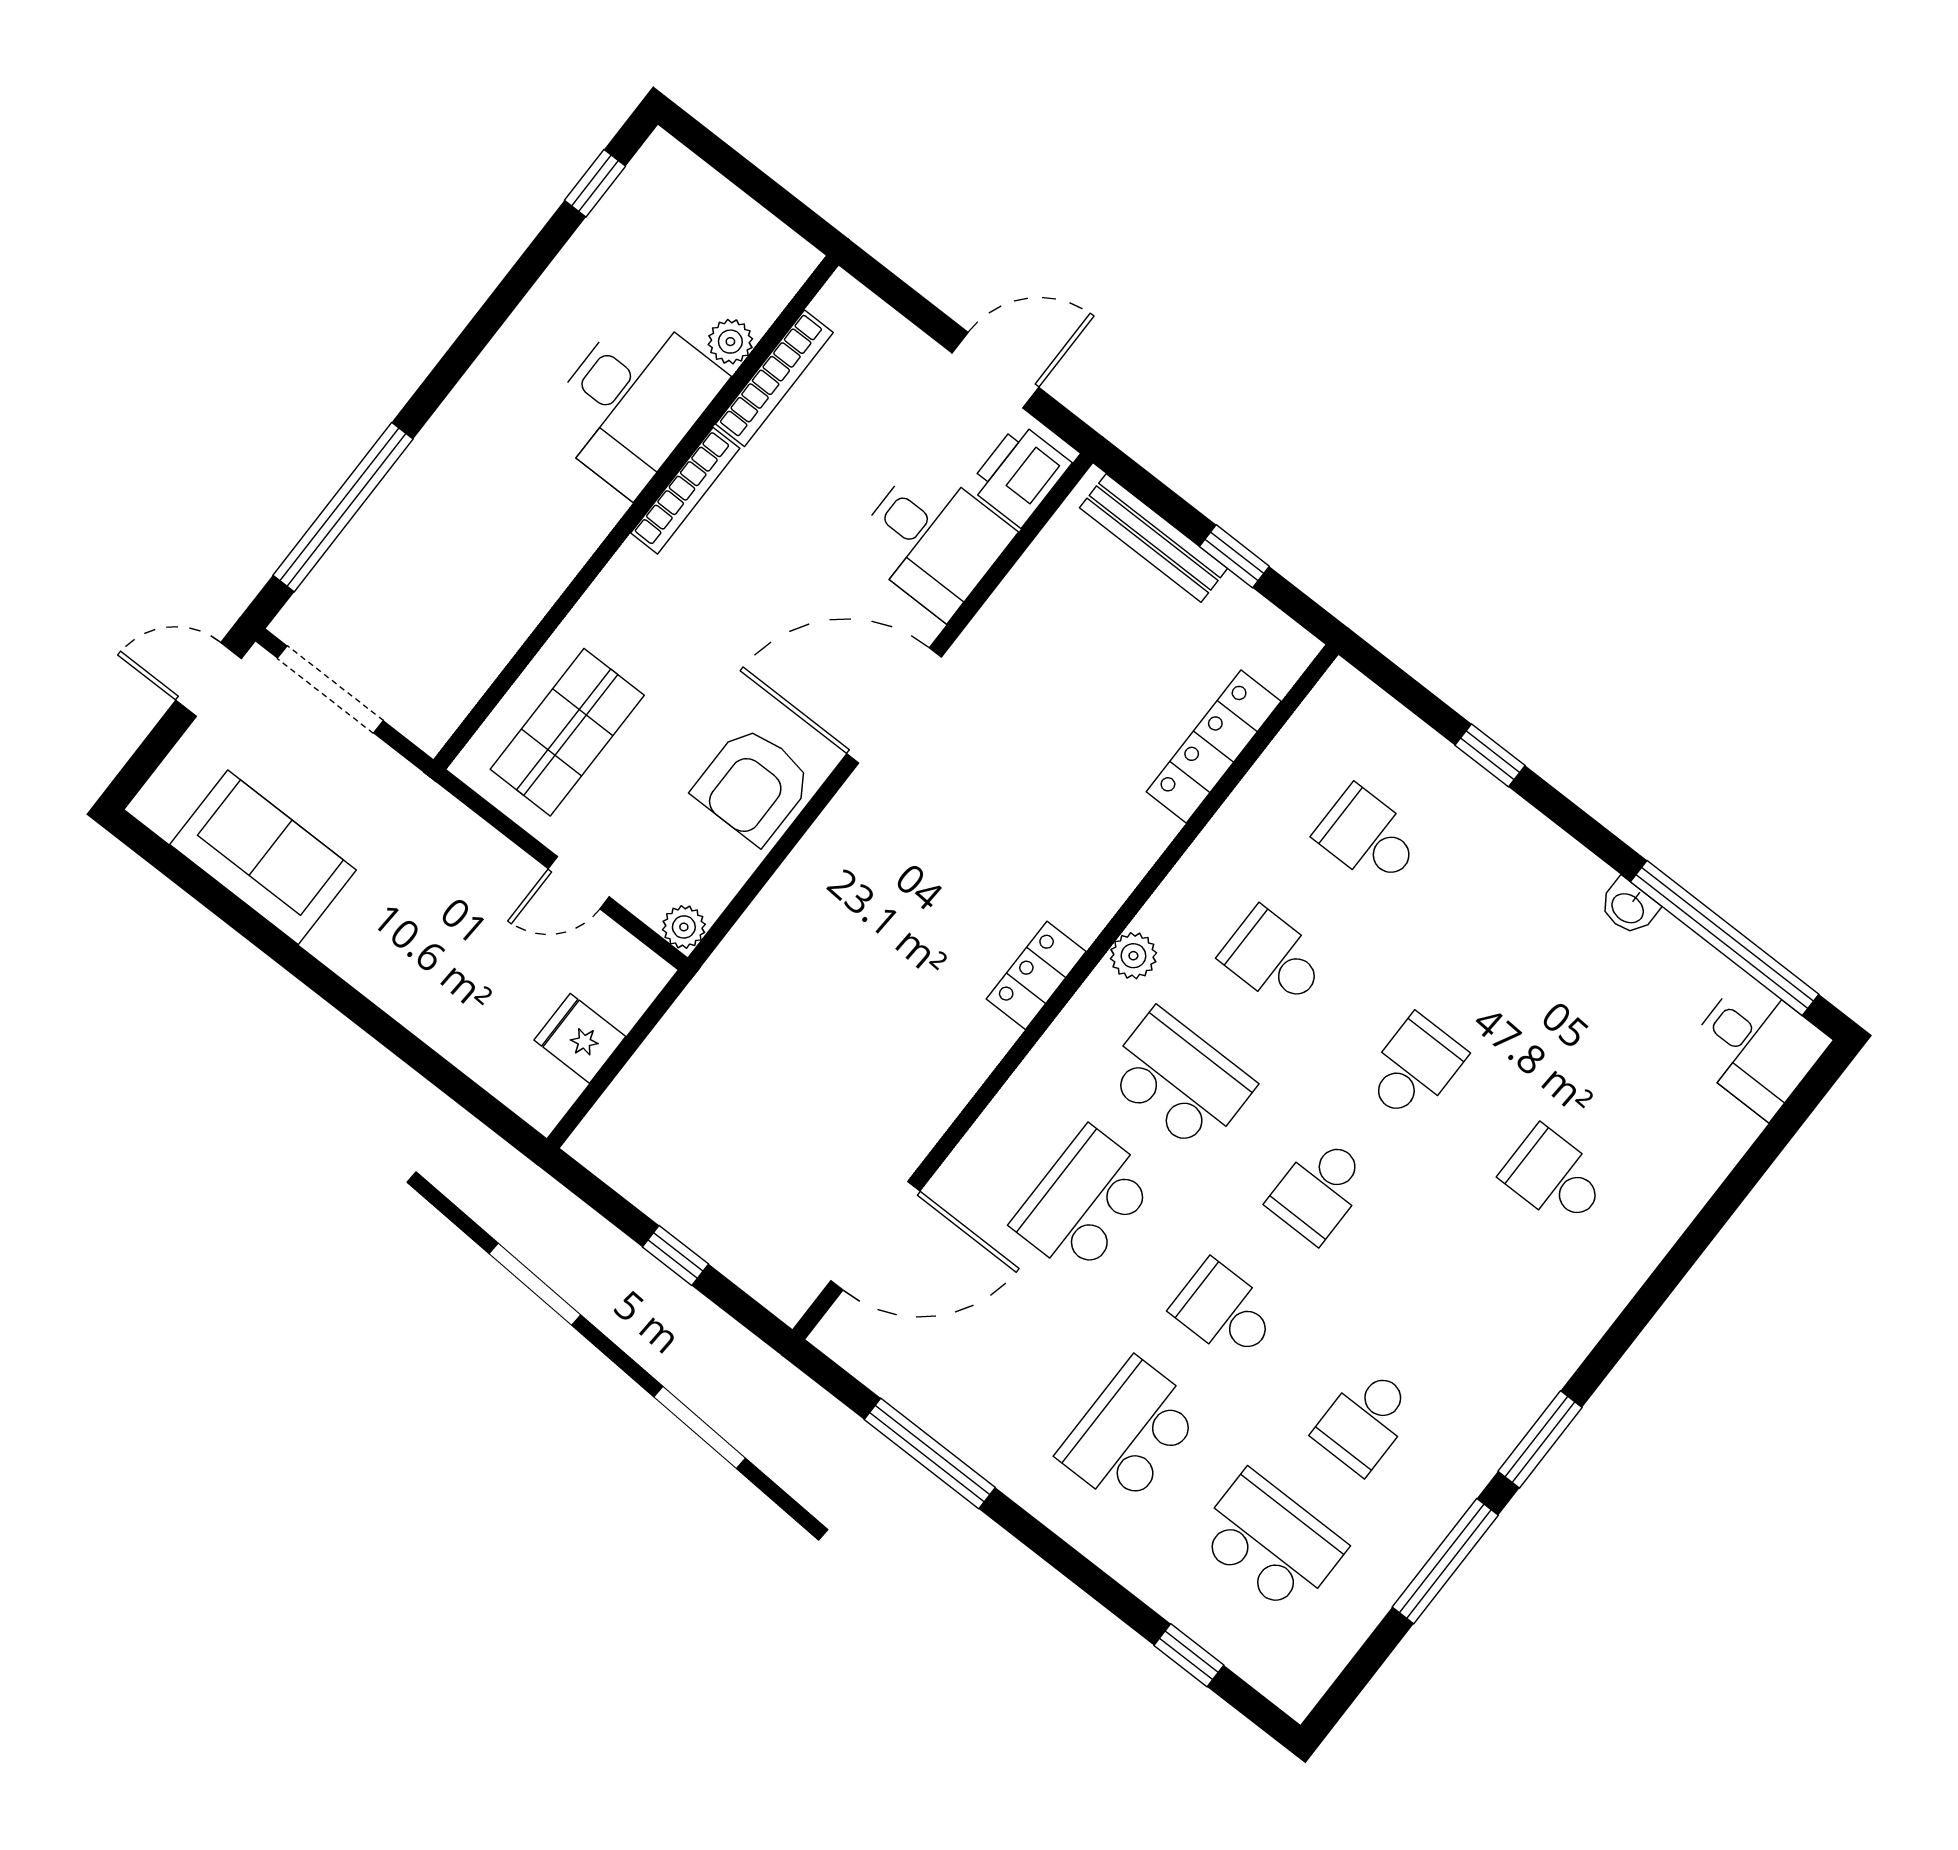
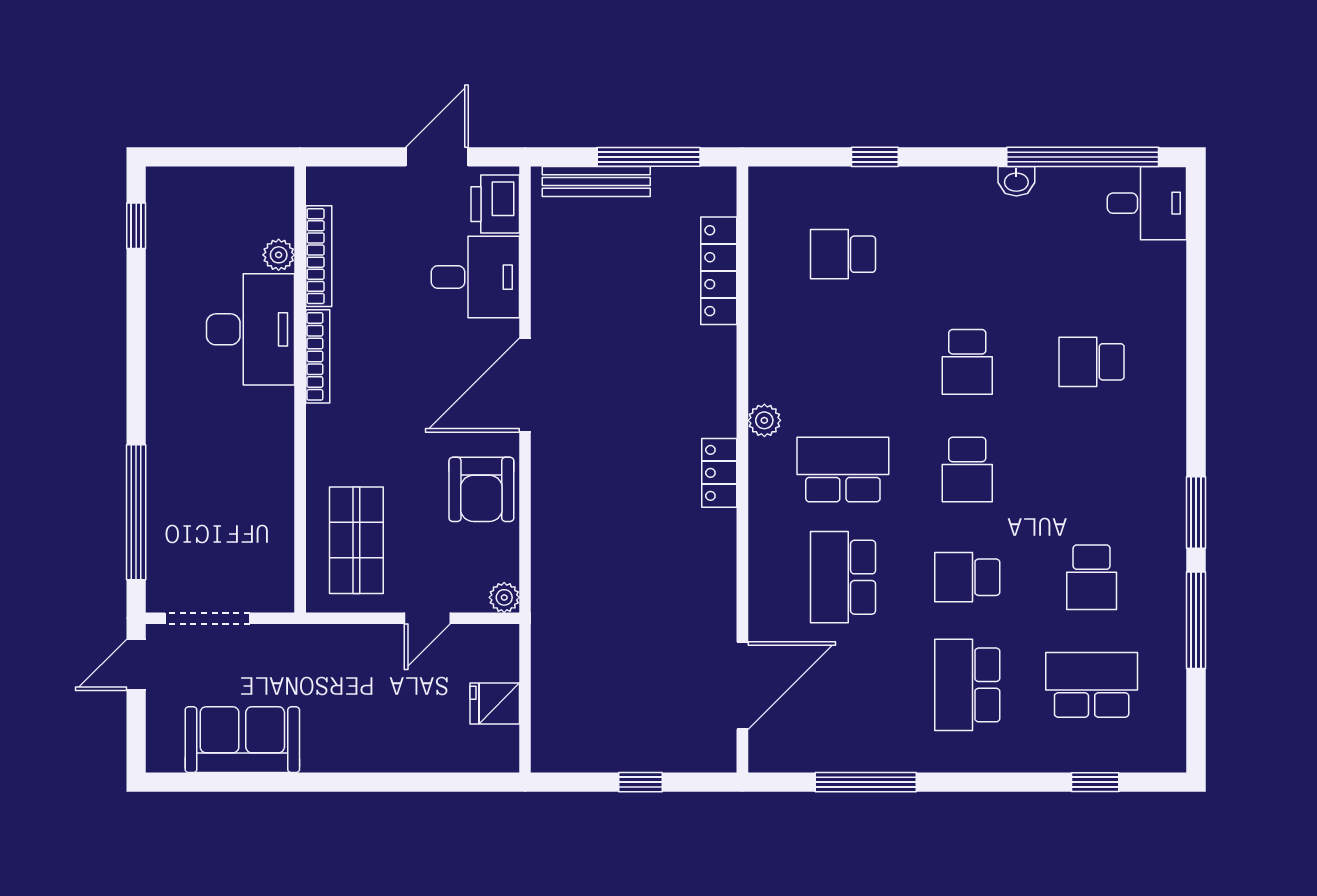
window: (1234, 556) -> (649, 157), width x2.17
school desk: (1274, 959) -> (843, 362), removed
school desk: (1414, 1068) -> (967, 362), turned 180

